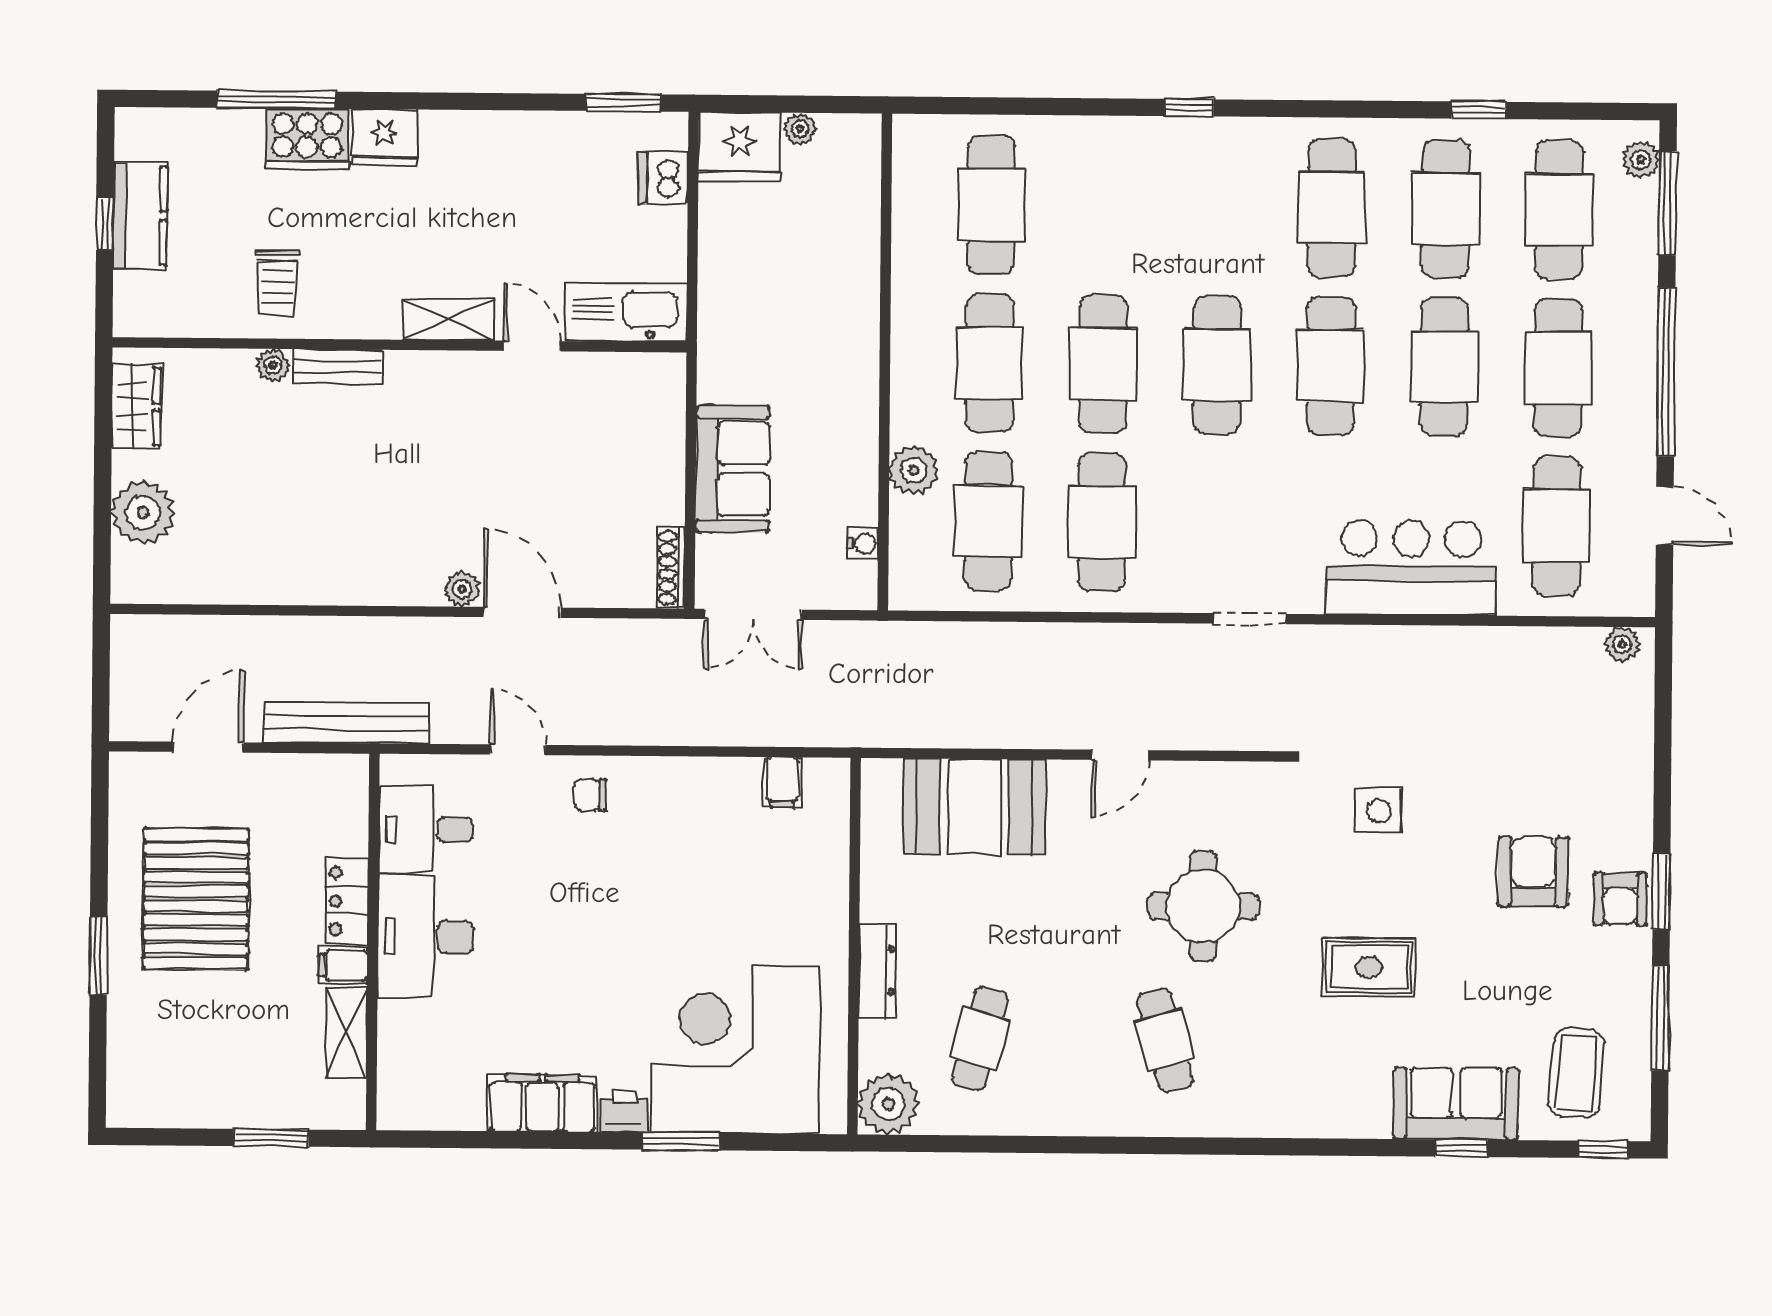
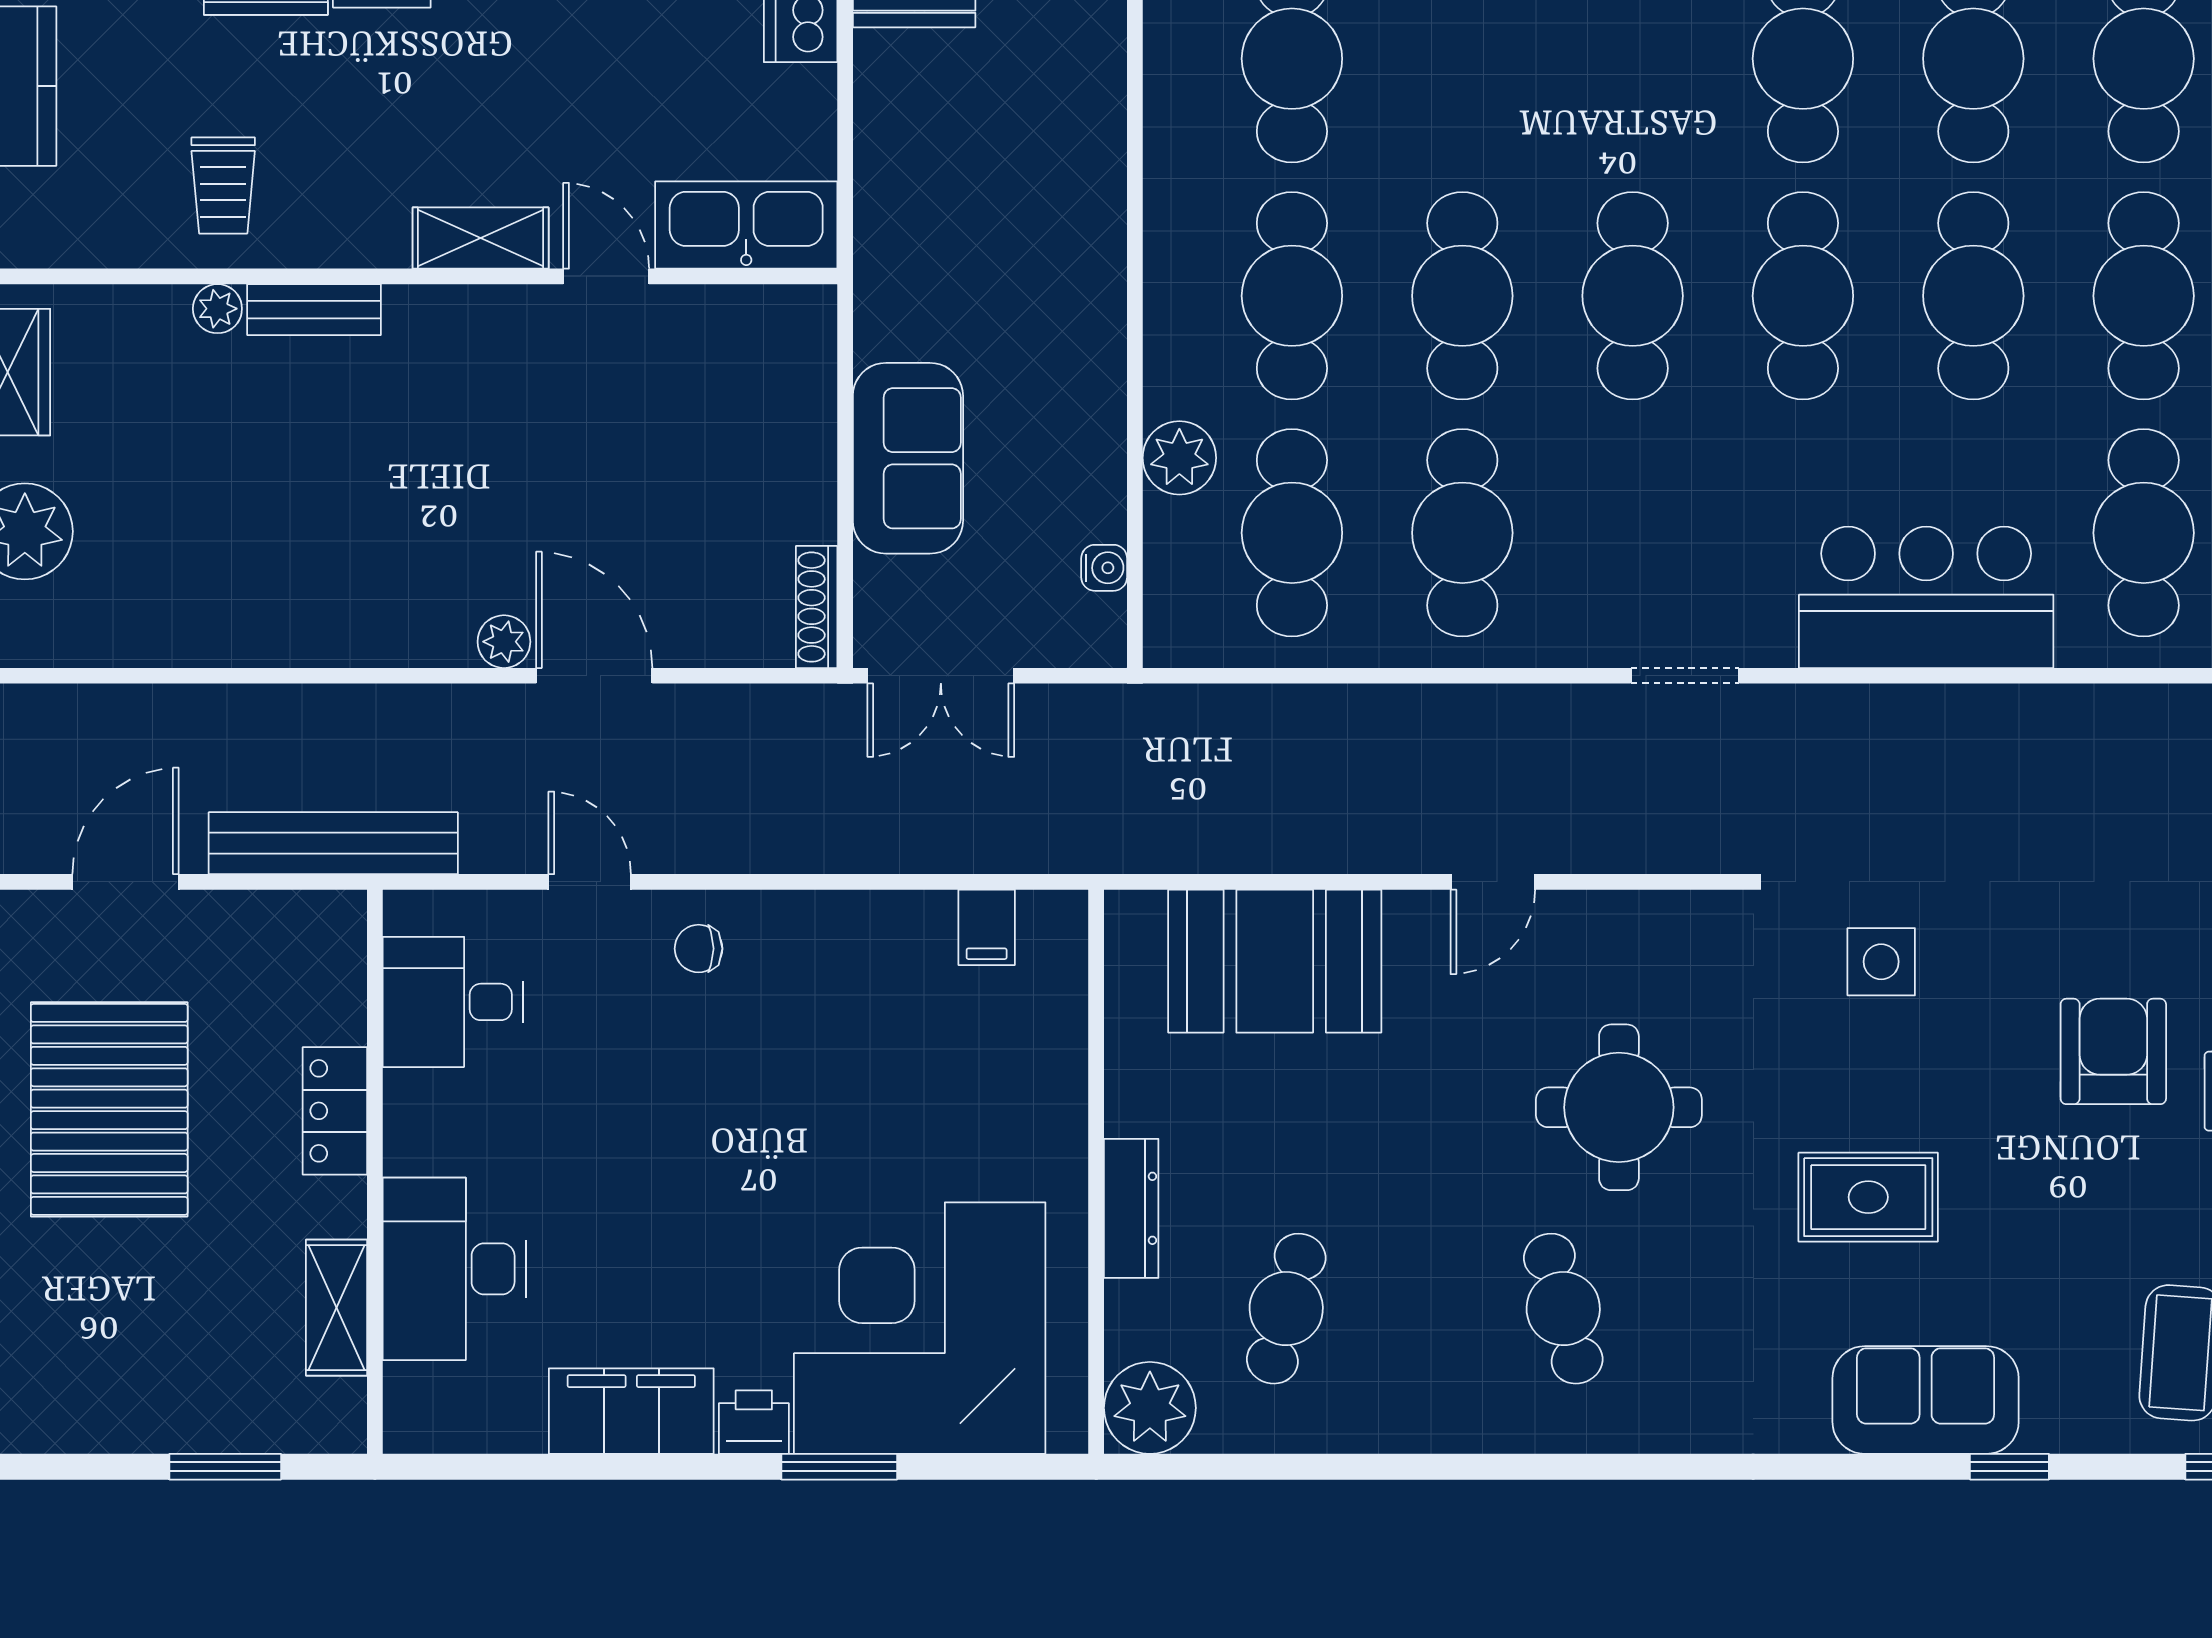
desk: (426, 937) -> (454, 1269), moved
filing cabinet: (343, 965) -> (331, 1207), removed
sofa: (1456, 1104) -> (1926, 1400), moved

